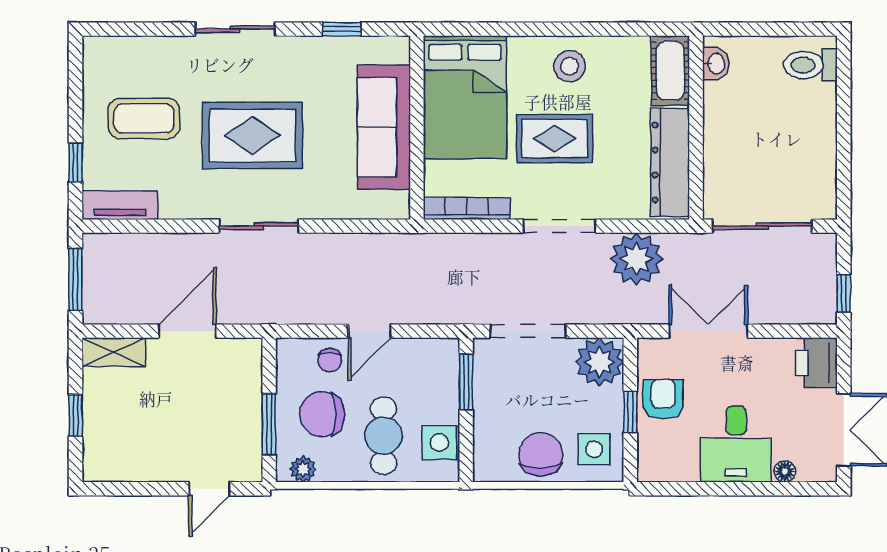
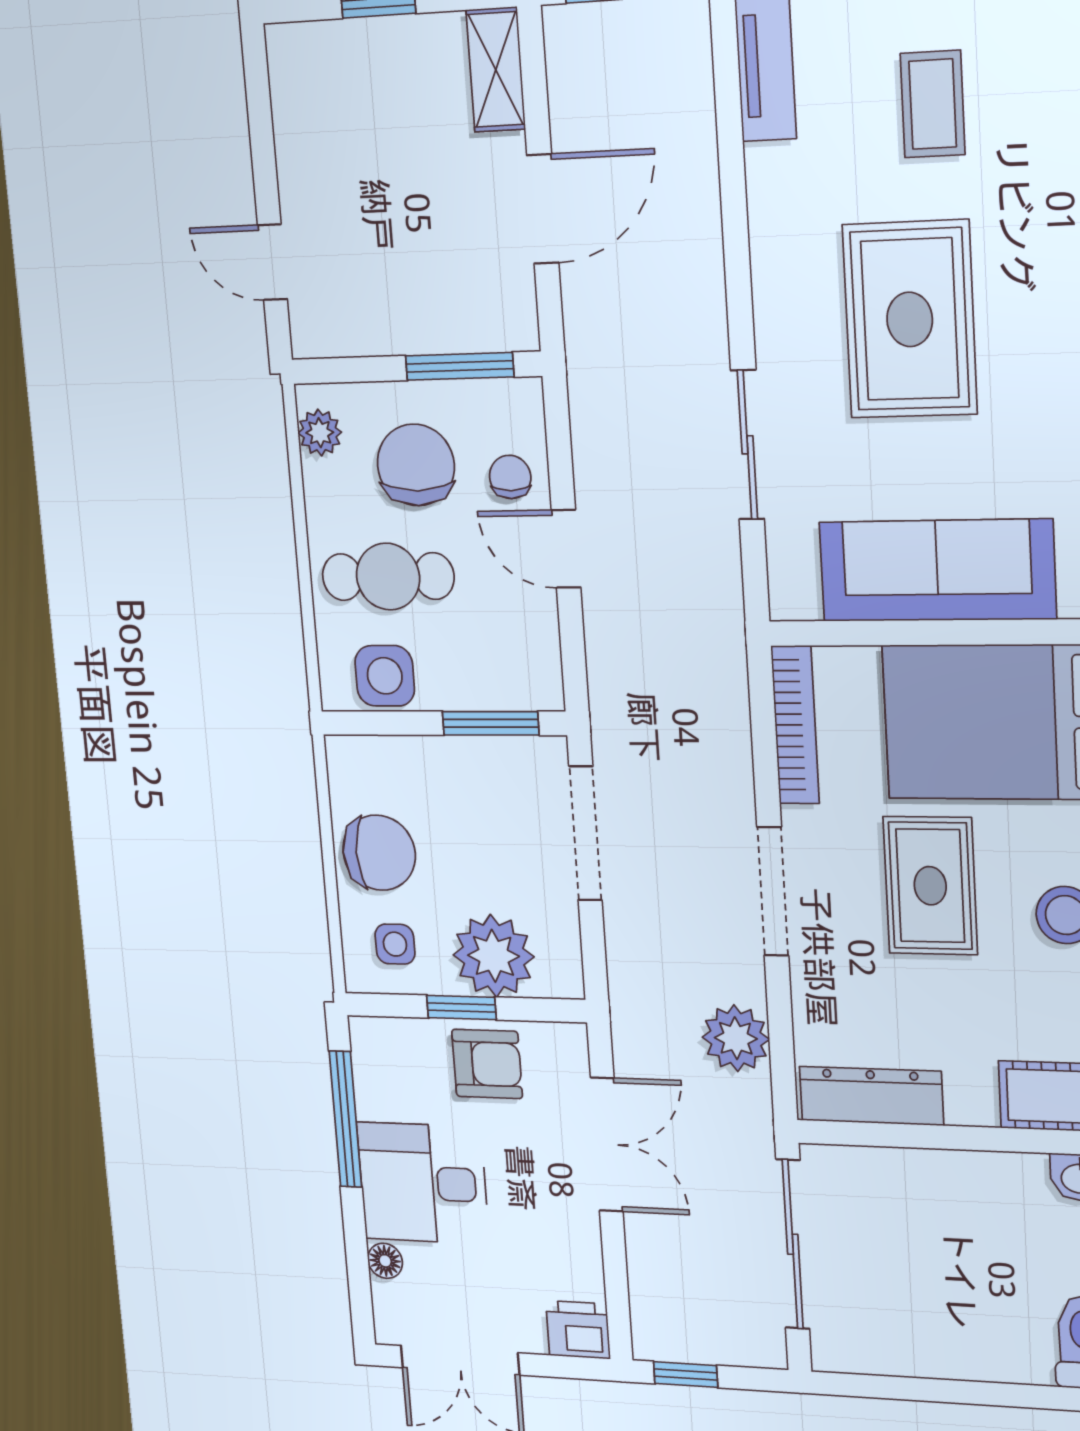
coffee table: (144, 118) -> (933, 104), width x0.73, depth x0.77
dresser: (670, 162) -> (871, 1096), width x0.73, depth x0.80
sliding door: (259, 226) -> (747, 445), moved
plant: (636, 259) -> (736, 1038), width x0.73, depth x0.73
door: (187, 331) -> (543, 209), hinge flipped
chair: (330, 360) -> (510, 477), turned 90
plant: (600, 362) -> (493, 956), moved
printer: (816, 363) -> (578, 1330), width x0.73, depth x0.81
window: (269, 424) -> (460, 366), moved
side table: (594, 449) -> (395, 944), width x0.73, depth x0.73
window: (699, 489) -> (345, 1119), added

